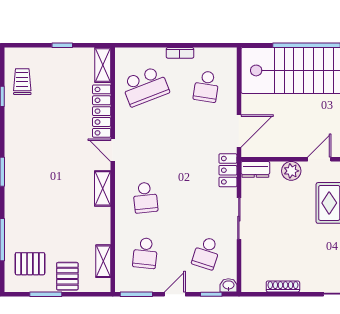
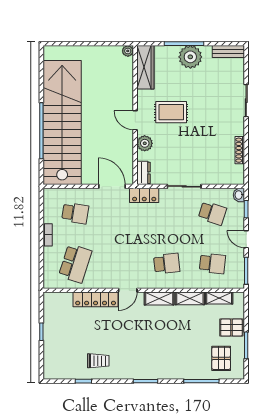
shelving: (103, 65) -> (190, 298), moved
trolley: (22, 82) -> (98, 361), moved, turned 180
school desk: (145, 86) -> (75, 263), turned 39

